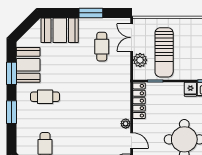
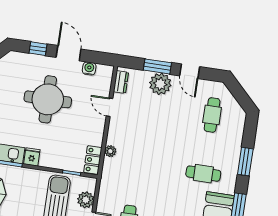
locker: (139, 101) -> (93, 160), width x0.66
plant: (126, 124) -> (110, 151), moved

